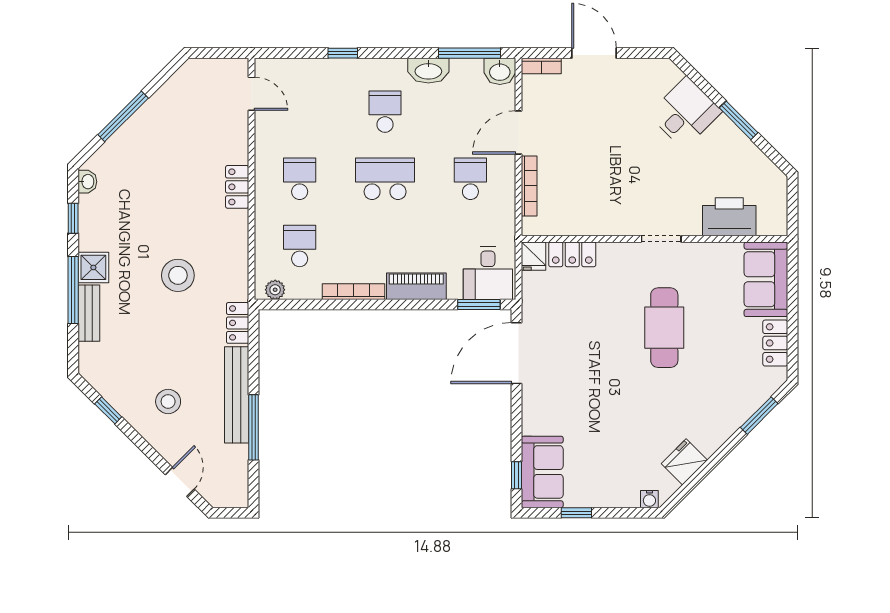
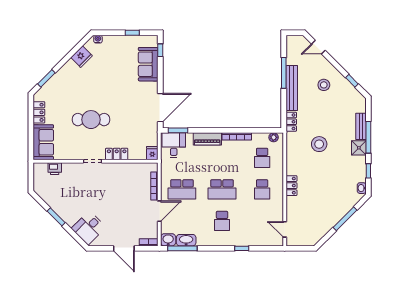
washbasin: (428, 71) -> (186, 240), moved
desk: (685, 113) -> (89, 228), moved
school desk: (470, 179) -> (182, 189), width x1.85
printer: (729, 217) -> (55, 169), width x0.53, depth x0.68
locker: (572, 254) -> (117, 154), moved
cafe table: (664, 328) -> (91, 120), turned 90
sofa: (542, 472) -> (148, 64), moved
door: (180, 482) -> (318, 47), hinge flipped

